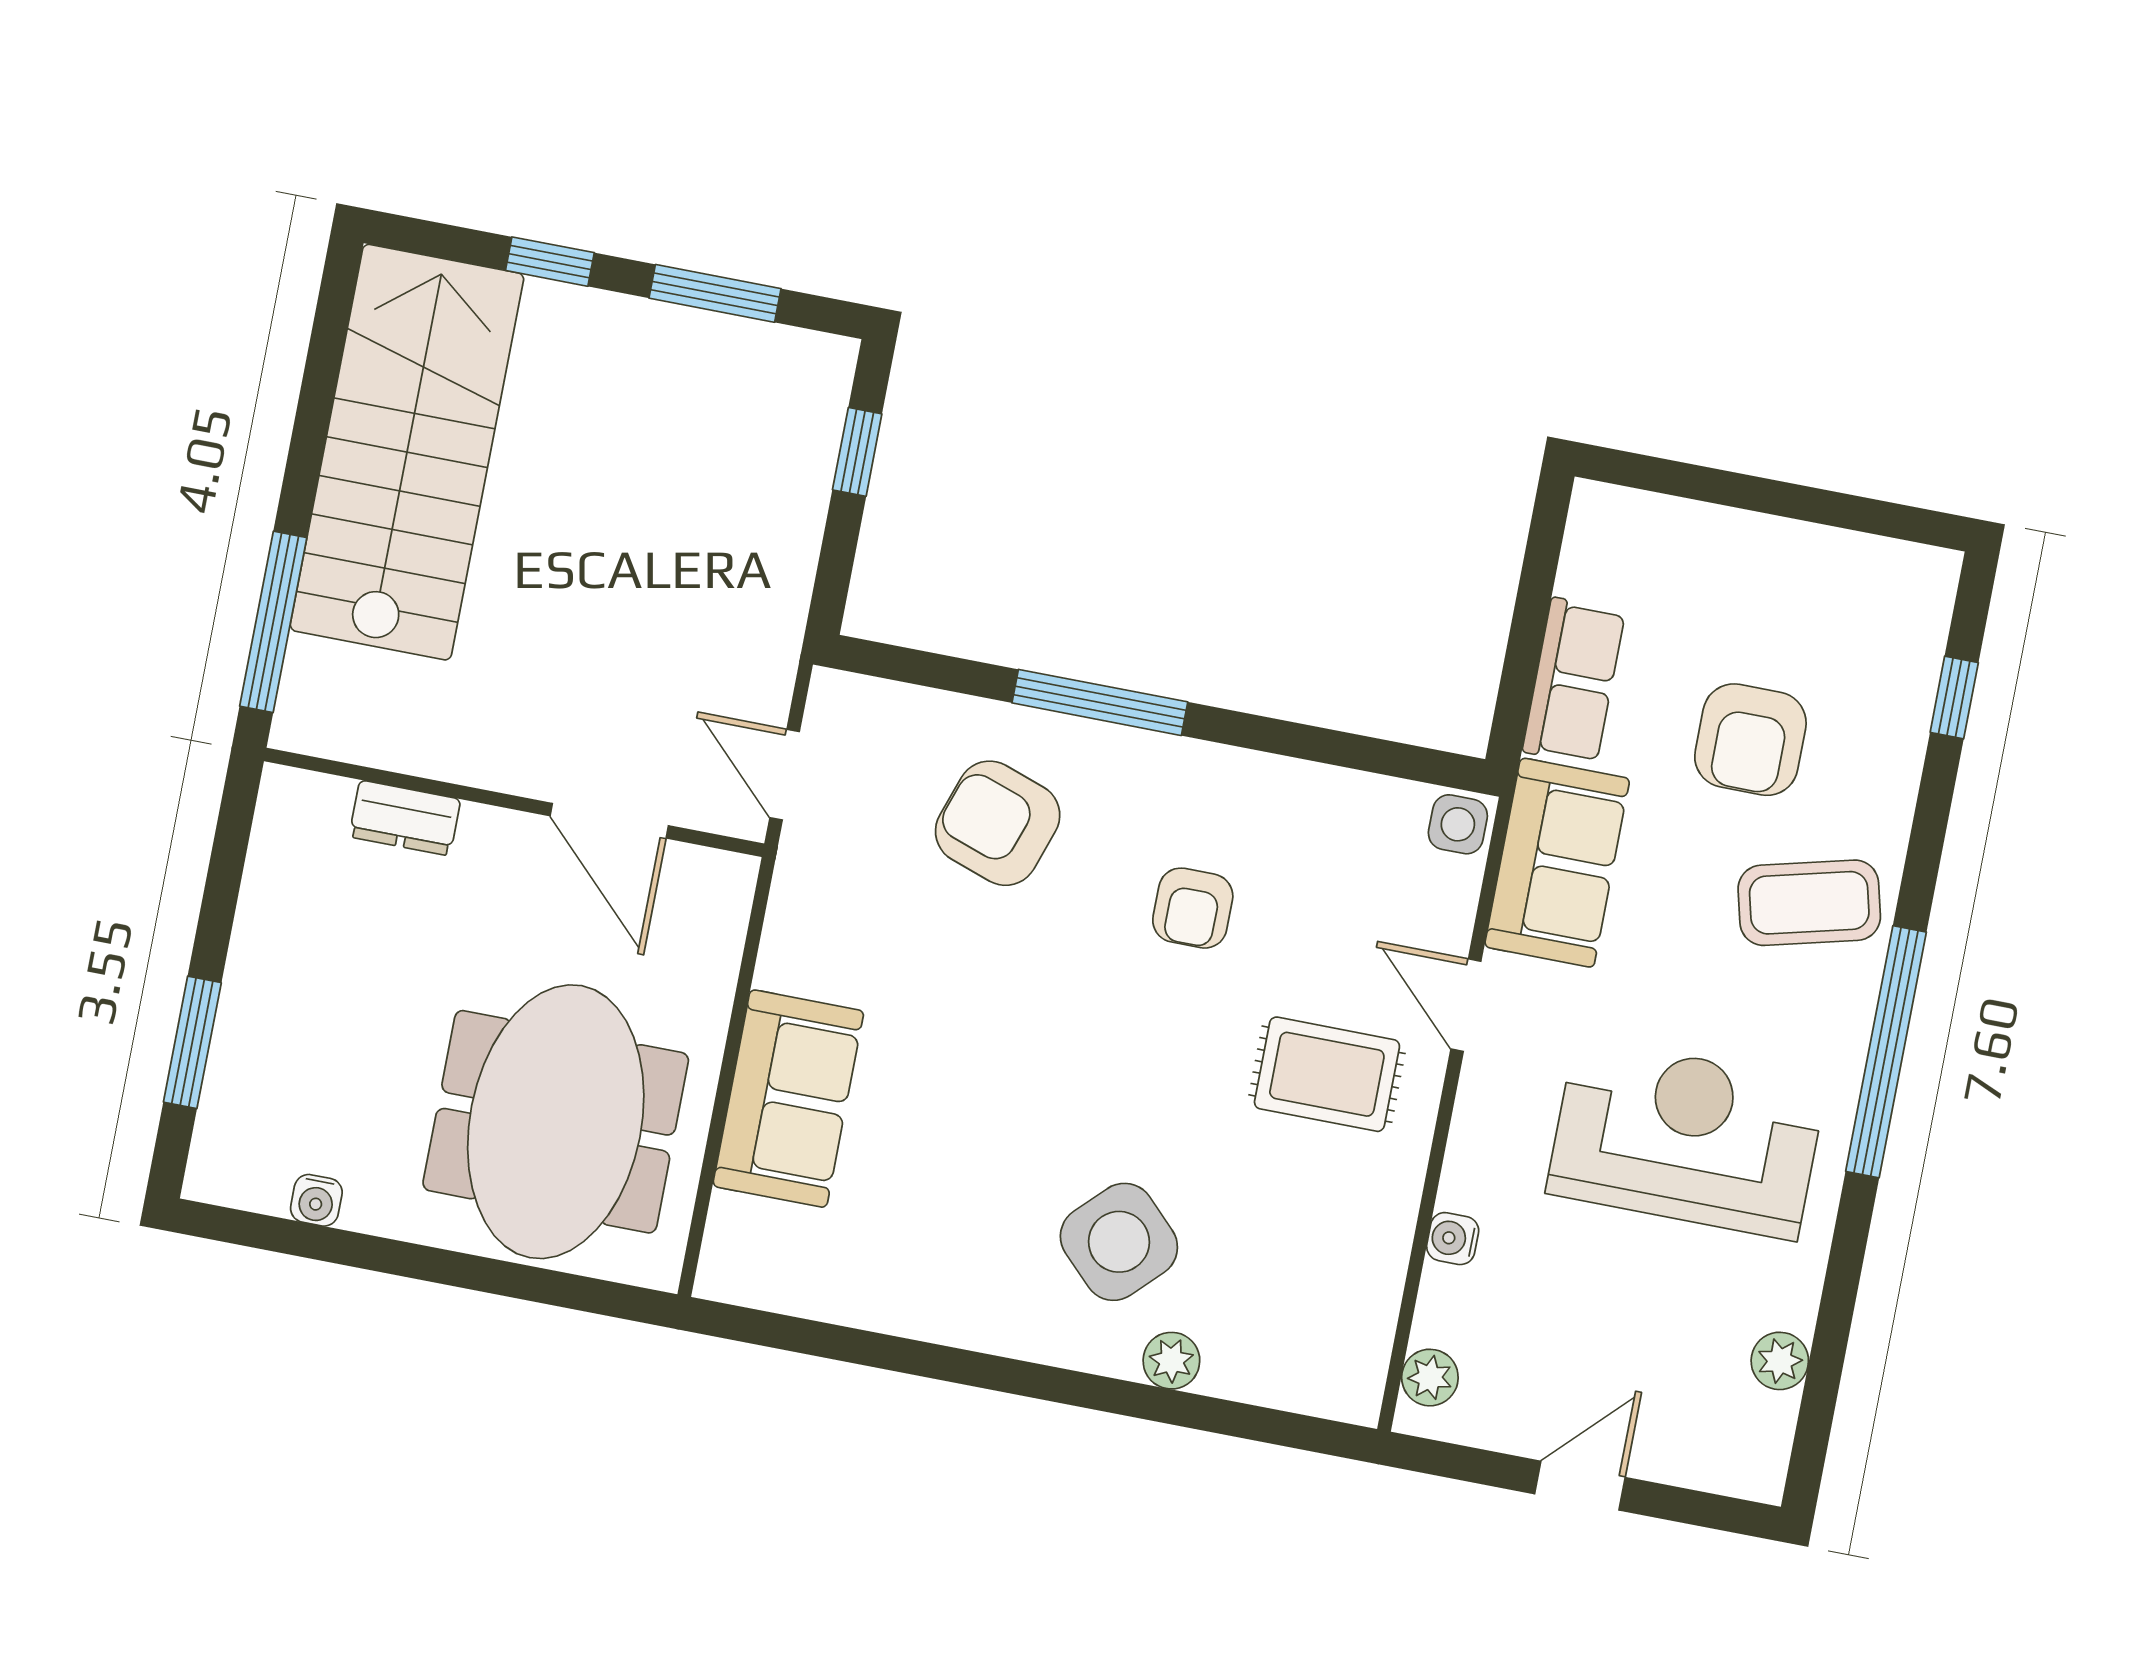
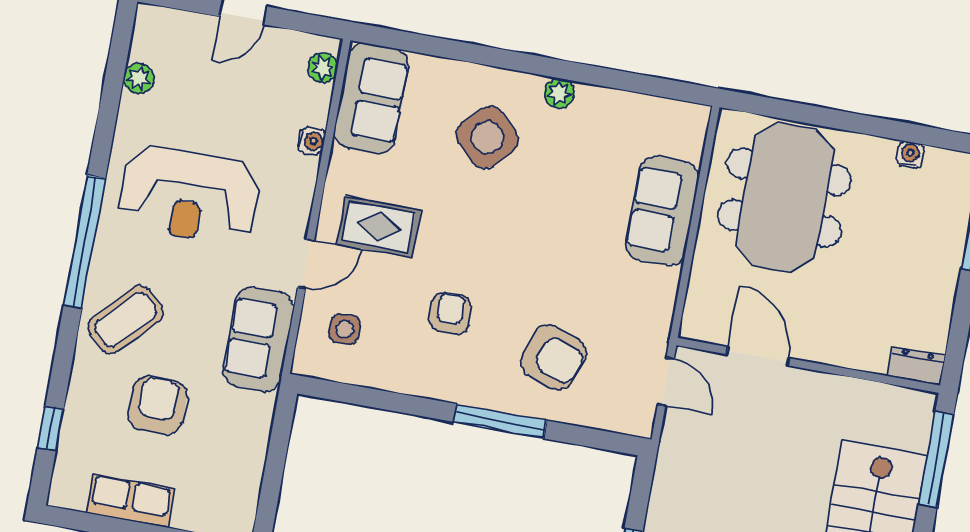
row of seats: (1574, 681) -> (130, 501), moved, turned 90
dresser: (405, 818) -> (916, 366), moved
side table: (1458, 824) -> (345, 329), moved
coffee table: (1809, 903) -> (126, 320), turned -32
door: (1466, 1005) -> (306, 264), hinge flipped
sofa: (1339, 1318) -> (371, 98), added
plant: (1171, 1361) -> (559, 93), moved

